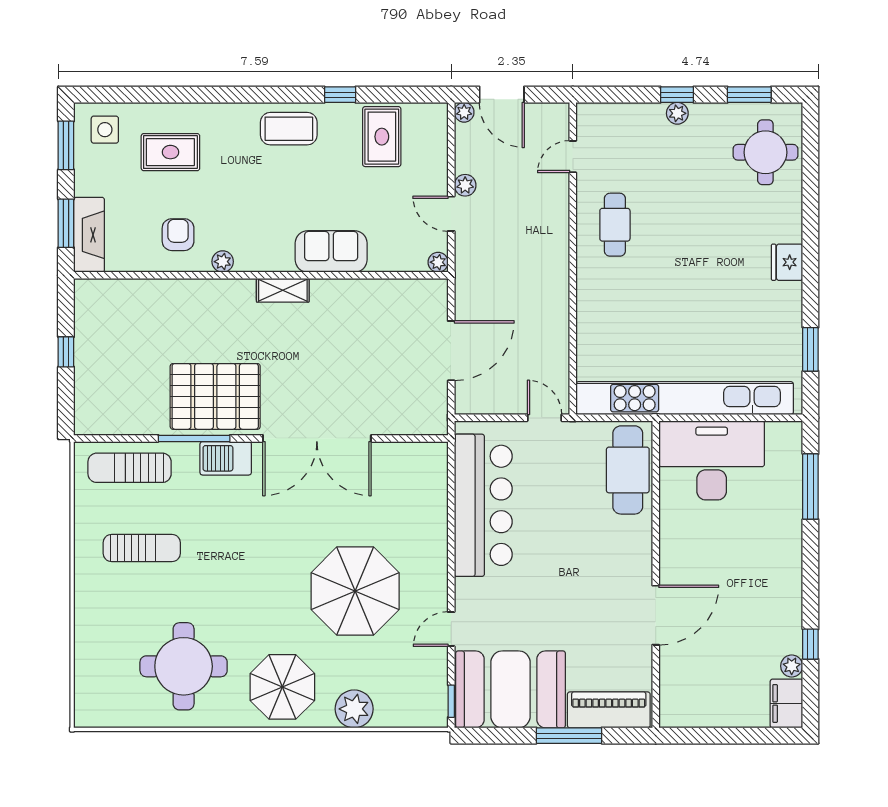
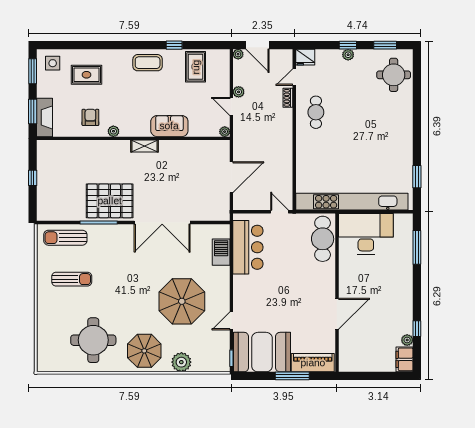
shoe rack: (561, 197) -> (288, 98), added
fridge: (787, 262) -> (305, 57), moved, turned -90
barbecue: (226, 458) -> (221, 252), moved, turned 90
bar counter: (483, 505) -> (248, 247), width x0.73

